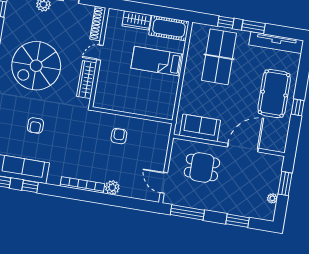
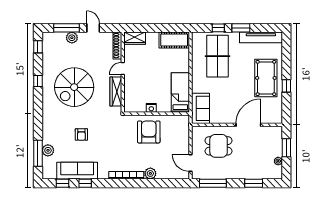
wardrobe: (136, 20) -> (135, 38), moved
bed: (157, 61) -> (180, 93), moved, turned 90
nightstand: (127, 107) -> (151, 108), added
sofa: (200, 128) -> (201, 108), moved, turned 90
armchair: (119, 136) -> (149, 132), width x1.88, depth x1.88

